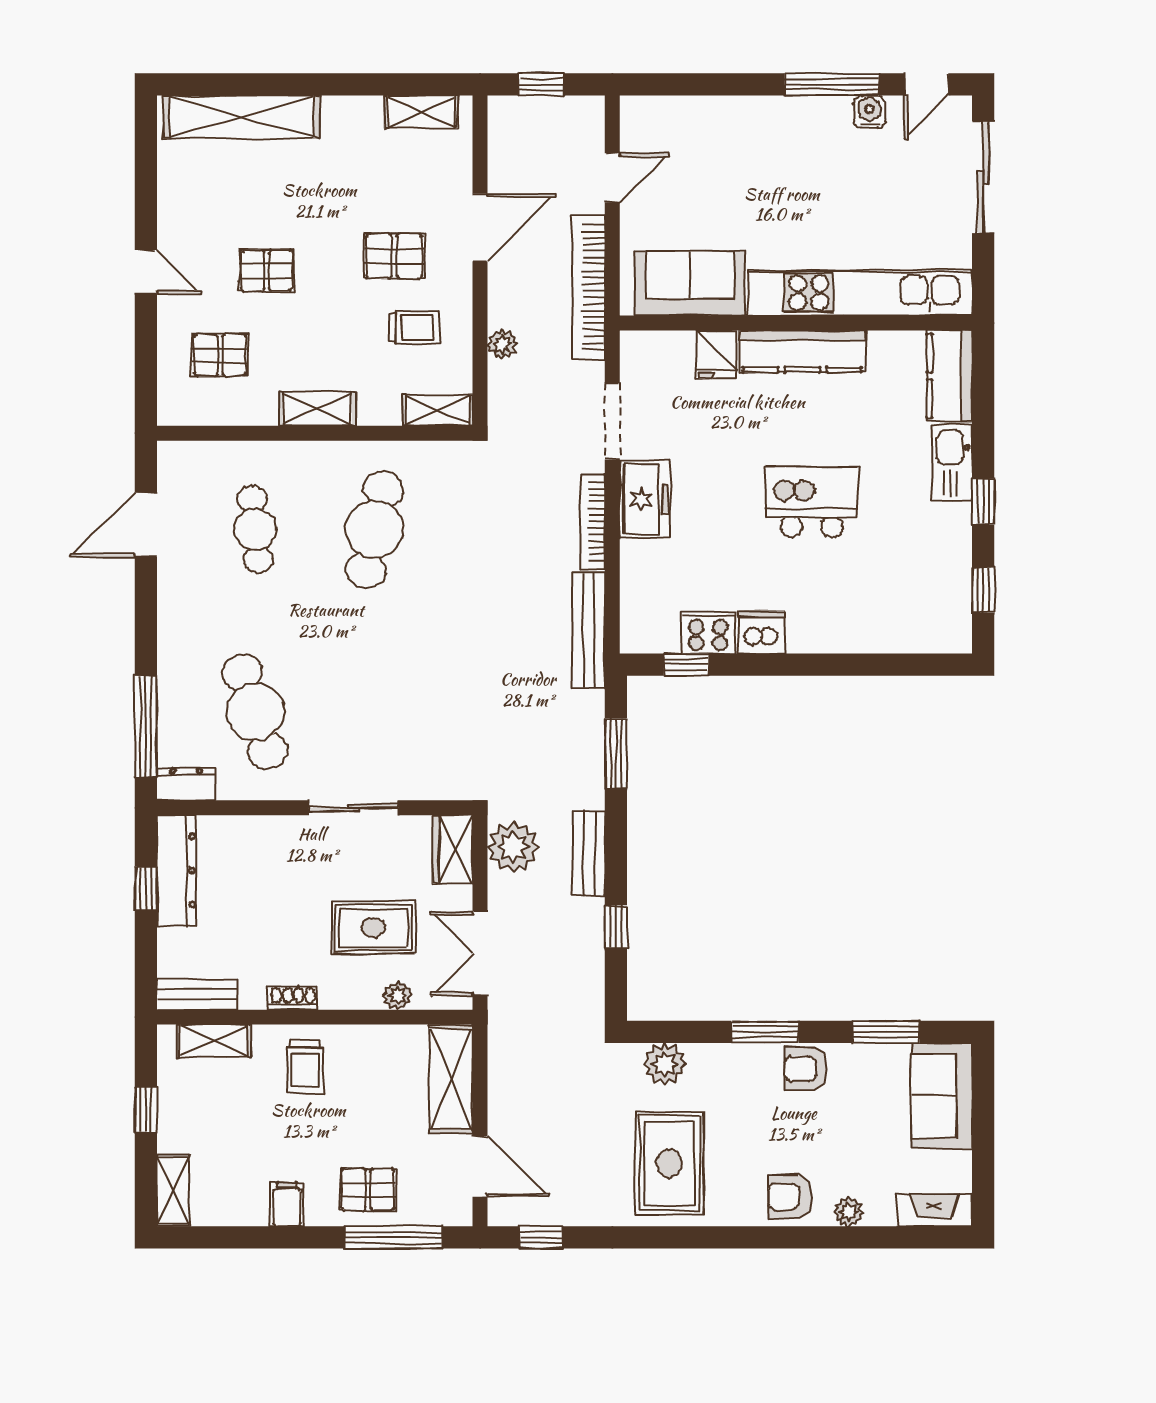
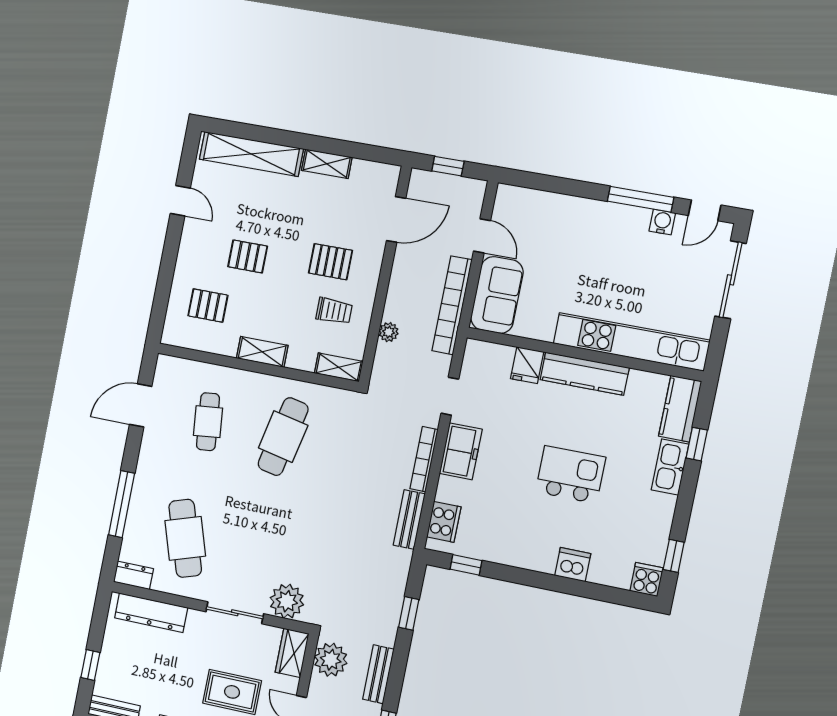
shelving: (421, 112) -> (327, 164), moved
door: (612, 178) -> (482, 236), hinge flipped
door: (480, 227) -> (396, 219), moved
door: (146, 272) -> (180, 201), moved
sofa: (690, 284) -> (497, 295), moved, turned 90
doorway: (612, 421) -> (450, 396), width x0.73
window: (983, 502) -> (697, 444), moved
bench: (589, 630) -> (409, 520), width x0.73
dishwasher: (761, 632) -> (573, 565), moved
cooker: (952, 632) -> (647, 579), added
cooker: (708, 633) -> (444, 522), moved, turned 90
window: (146, 726) -> (122, 504), moved
window: (616, 754) -> (409, 613), width x0.67
plant: (429, 774) -> (287, 601), added
dresser: (177, 870) -> (151, 613), moved, turned 90
window: (146, 889) -> (90, 665), moved

